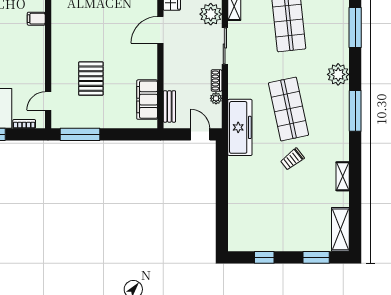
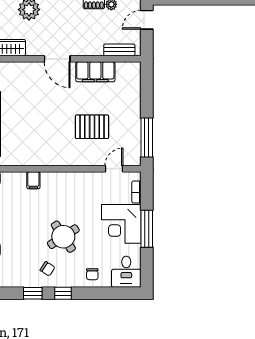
door: (160, 30) -> (57, 59), moved
filing cabinet: (147, 100) -> (95, 72), moved
door: (48, 101) -> (114, 169), swing flipped

